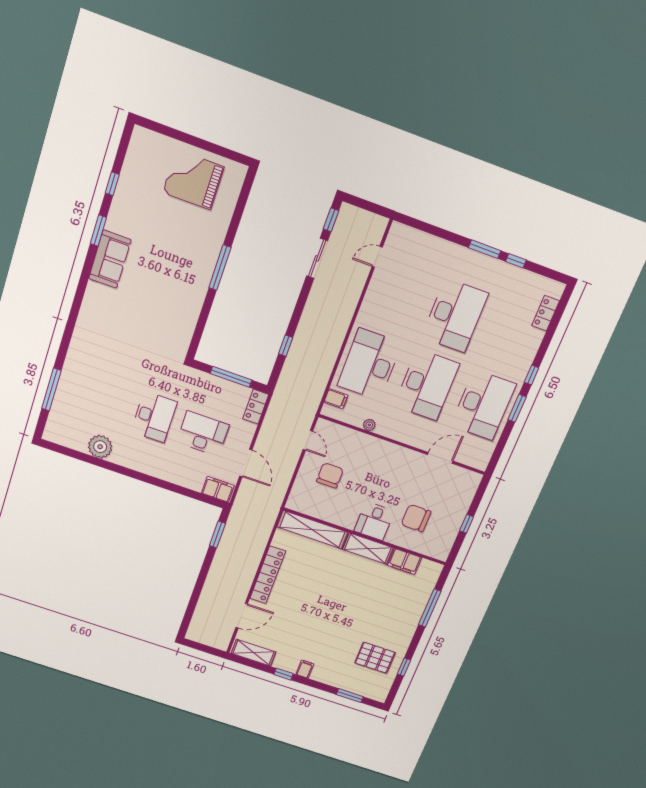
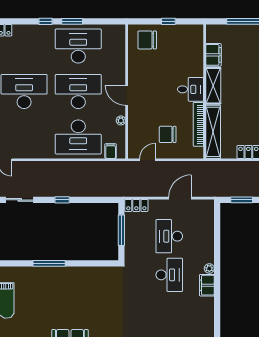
window: (286, 346) -> (62, 200), moved
desk: (154, 417) -> (169, 275), turned 90
plant: (100, 447) -> (209, 268), moved, width x0.53, depth x0.53
door: (440, 458) -> (127, 95), moved
filing cabinet: (218, 489) -> (207, 285), moved
bookcase: (328, 516) -> (198, 124), added
chair: (416, 518) -> (147, 40), moved, turned 90

